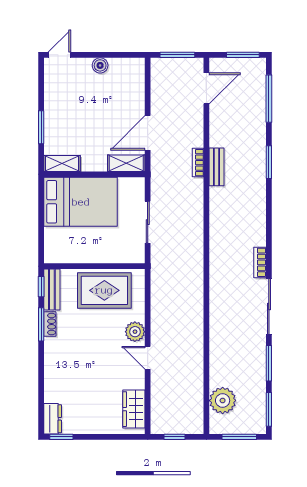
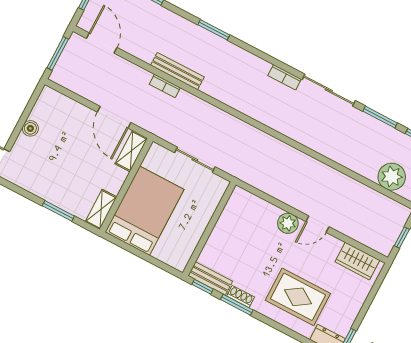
window: (269, 162) -> (214, 30), moved
bench: (217, 167) -> (177, 71), width x1.36
rug: (104, 290) -> (298, 297), moved, turned 90

